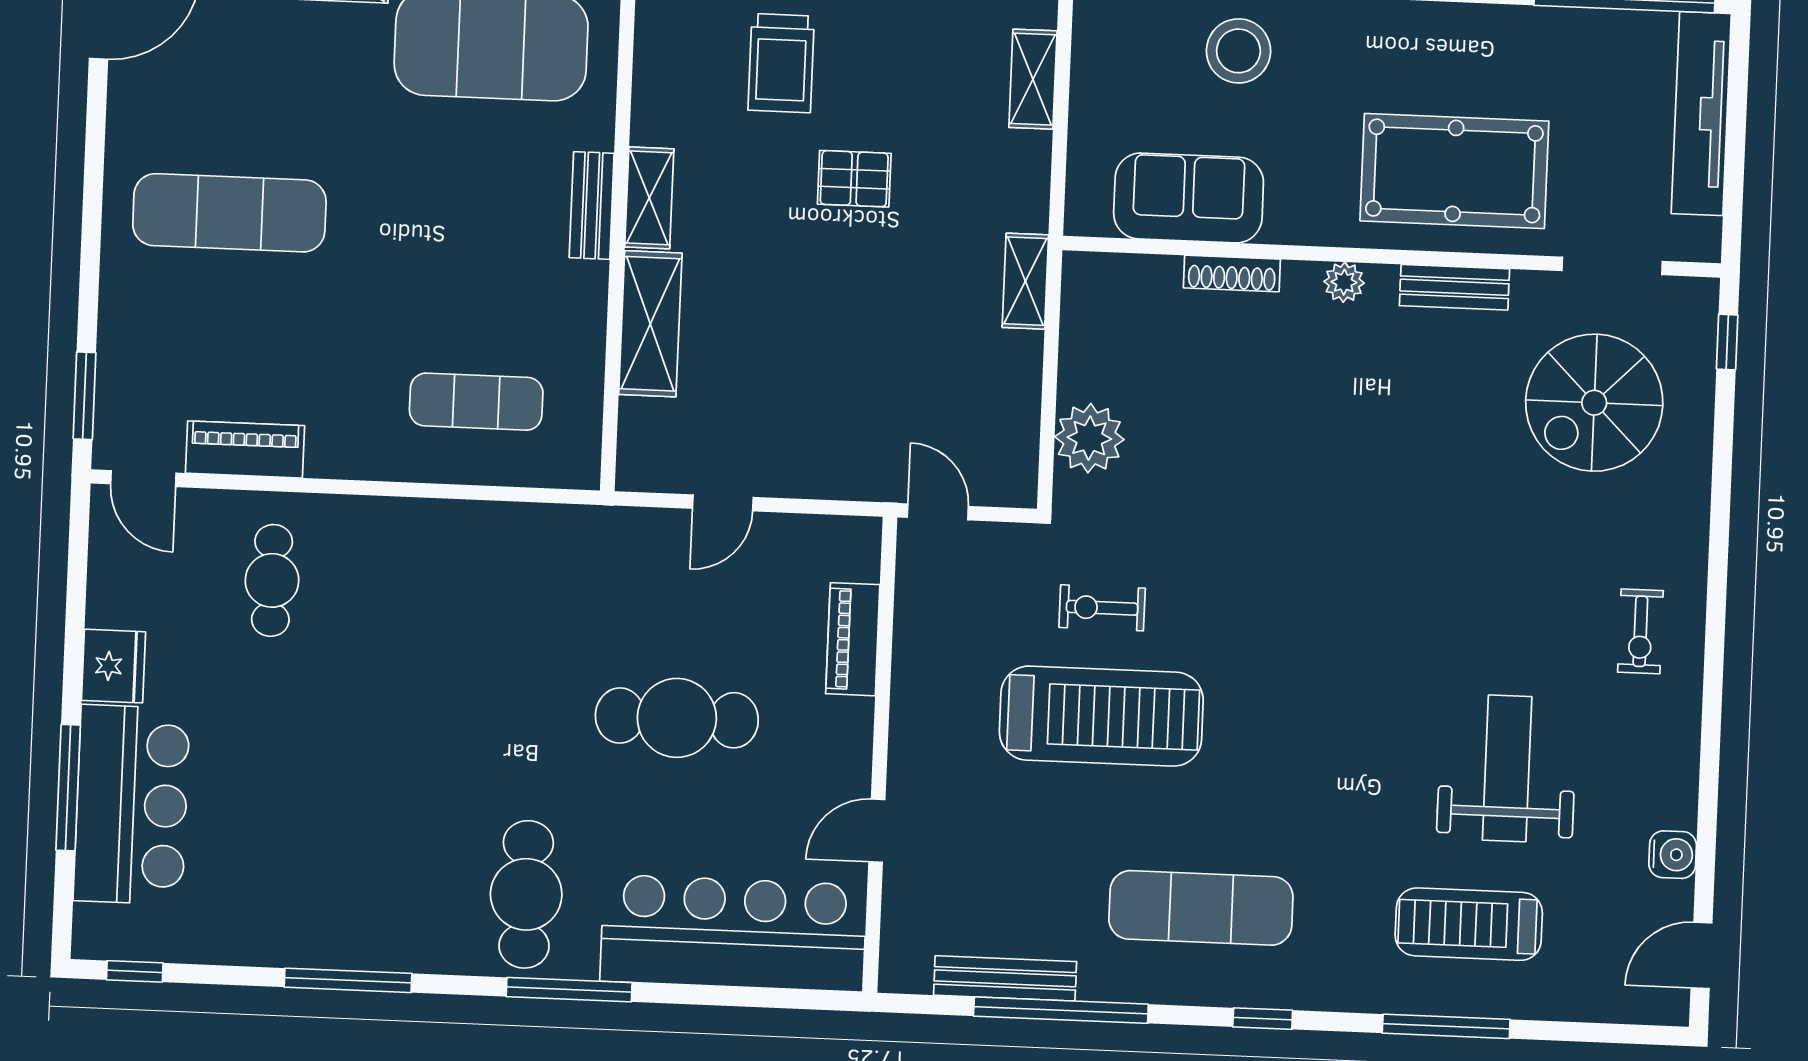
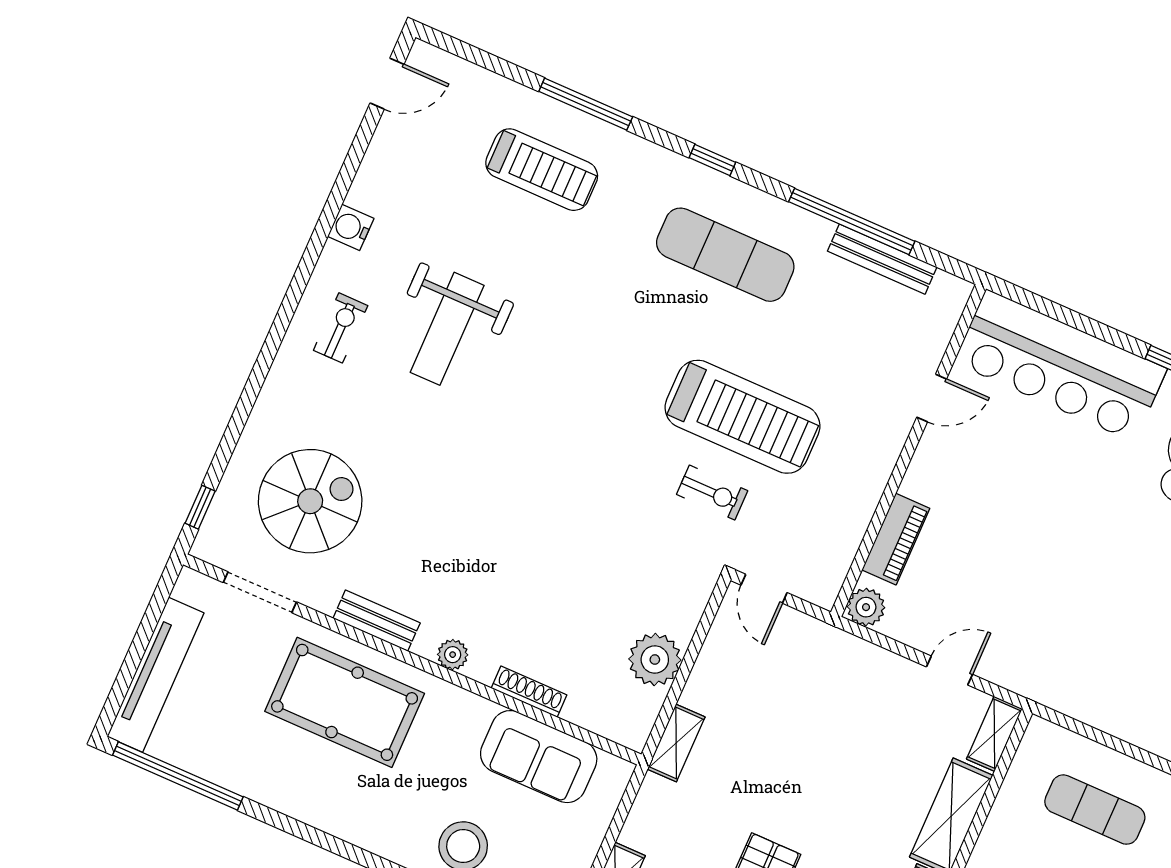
plant: (1089, 438) -> (655, 660), moved
shelving: (637, 446) -> (994, 734), added
door: (938, 512) -> (764, 589), moved
plant: (857, 541) -> (866, 607), added
treadmill: (1101, 716) -> (742, 417), turned 180
cafe table: (677, 718) -> (1041, 532), removed
weight bench: (1507, 768) -> (447, 329), moved
water cooler: (1673, 855) -> (351, 227), moved

